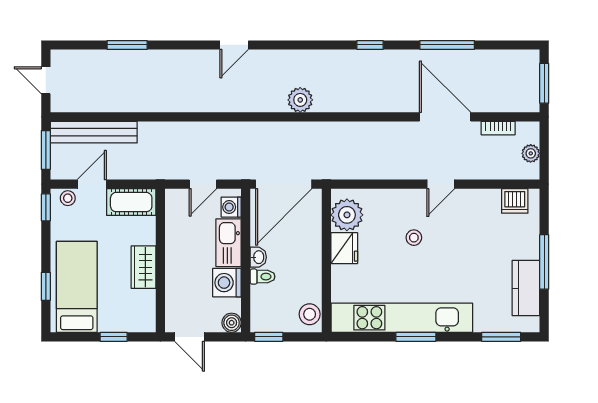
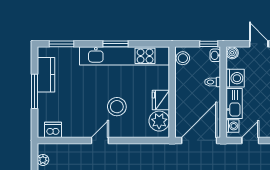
stool: (414, 238) -> (117, 107), width x1.89, depth x1.89
washbasin: (258, 257) -> (215, 55), moved

